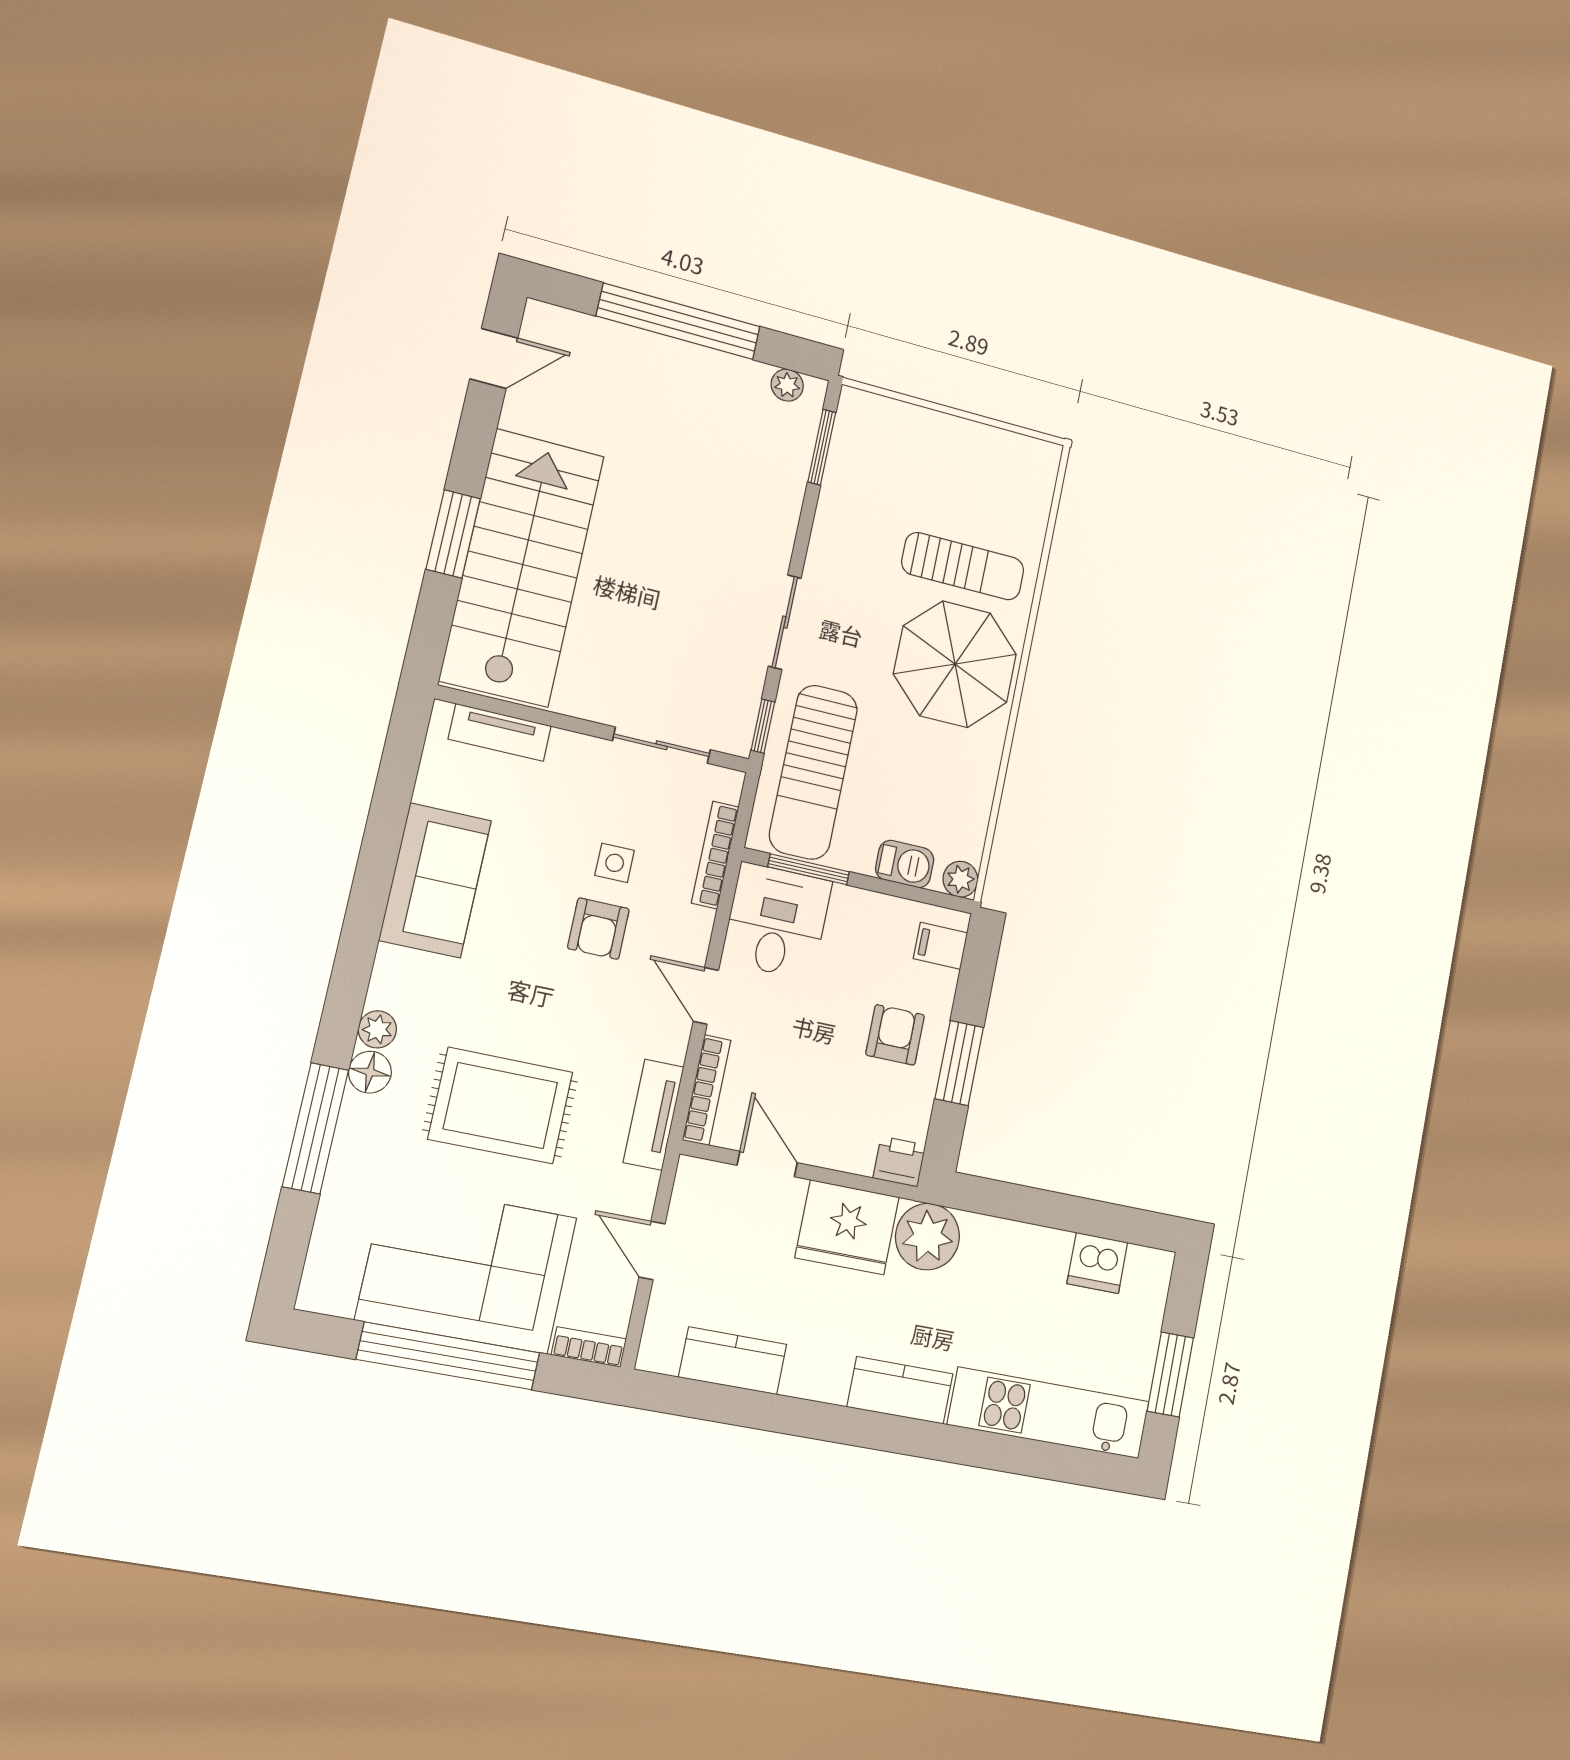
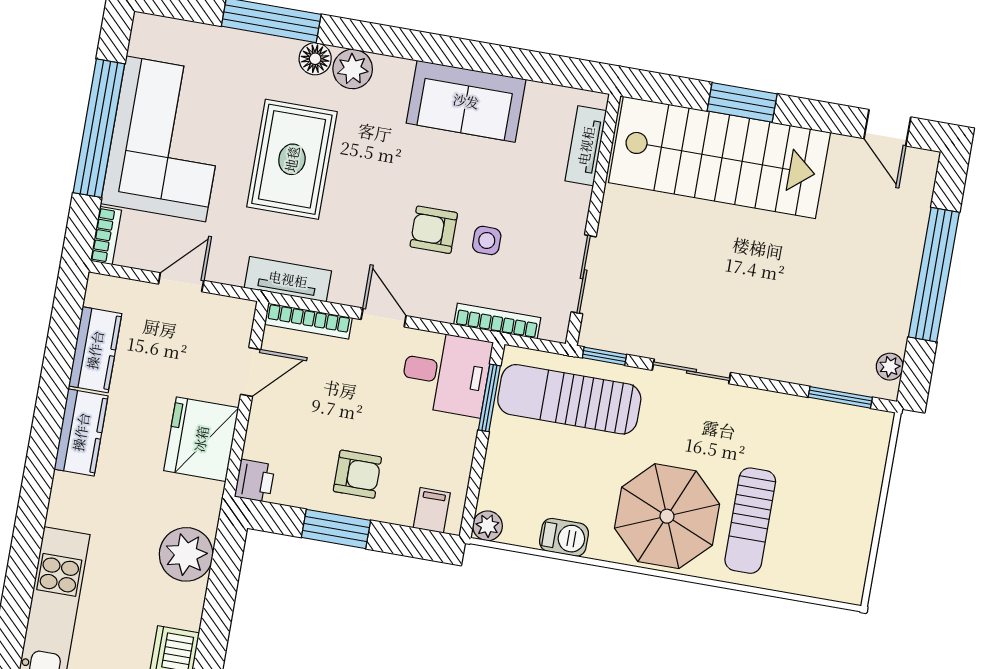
barbecue: (905, 864) -> (564, 537), moved, turned -90
door: (706, 996) -> (384, 318), hinge flipped
plant: (377, 1029) -> (353, 69), width x1.38, depth x1.38
plant: (927, 1237) -> (186, 554), moved
kitchen counter: (900, 1390) -> (81, 432), moved

